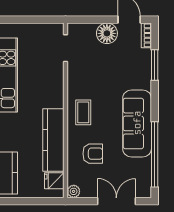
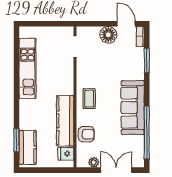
armchair: (93, 154) -> (86, 134), moved
plant: (74, 191) -> (94, 162), moved

